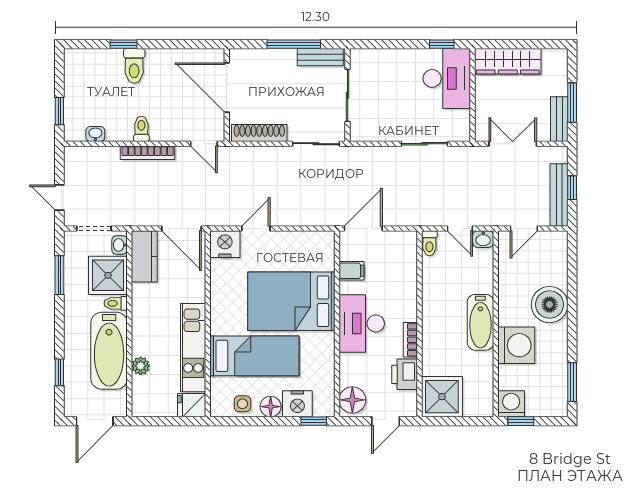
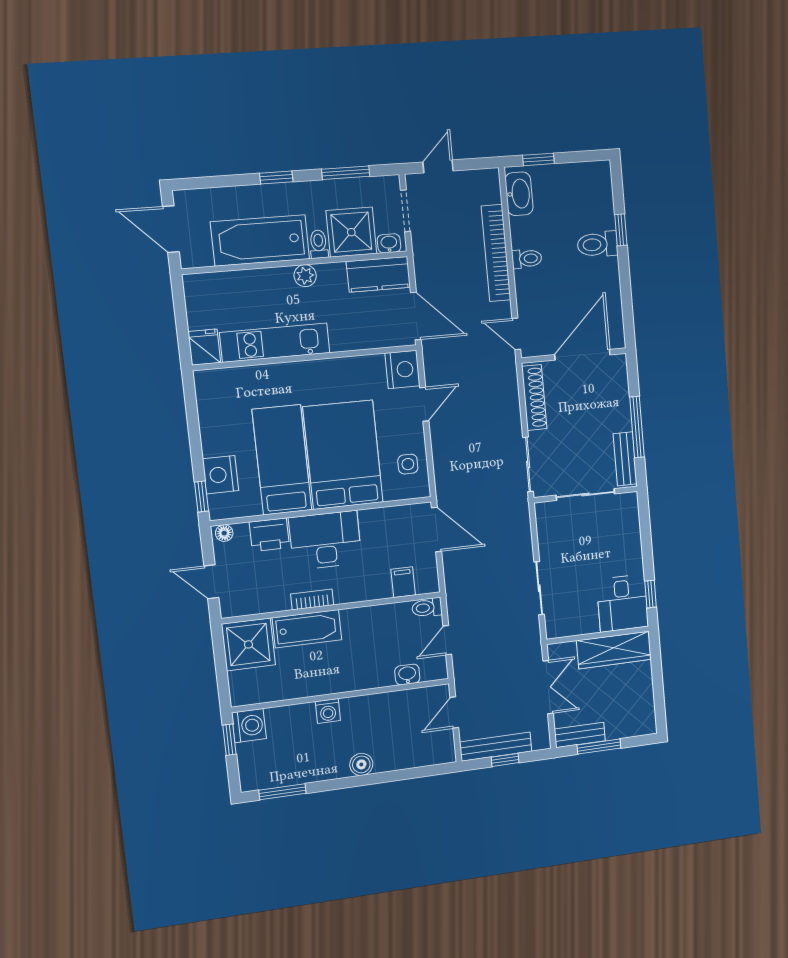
wardrobe: (508, 61) -> (614, 650), moved, turned -90
desk: (447, 78) -> (623, 603), width x0.73
washbasin: (95, 134) -> (519, 194), width x1.91, depth x1.45
door: (204, 144) -> (516, 334), hinge flipped
bookcase: (148, 153) -> (496, 253), width x1.48, depth x1.31
door: (181, 228) -> (416, 316), swing flipped
door: (256, 228) -> (424, 404), hinge flipped
door: (524, 228) -> (454, 713), hinge flipped
washbasin: (483, 239) -> (407, 675), moved, turned 90
filing cabinet: (351, 271) -> (403, 582), moved, turned 180
boiler: (550, 305) -> (361, 764), width x0.54, depth x0.54
bathtub: (480, 322) -> (307, 629), moved, turned 180
washing machine: (516, 345) -> (328, 711), width x0.53, depth x0.53
bed: (254, 356) -> (282, 460), moved, turned 180
plant: (141, 366) -> (305, 276), moved
window: (59, 372) -> (276, 178), moved
printer: (405, 374) -> (269, 535), moved, turned 180
floor lamp: (352, 400) -> (224, 533), width x0.53, depth x0.53
side table: (242, 404) -> (408, 464), moved
floor lamp: (271, 407) -> (213, 443), removed

